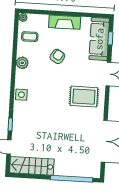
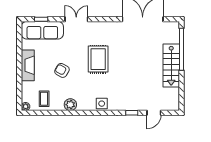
rug: (84, 97) -> (98, 59), moved
stairs: (32, 166) -> (171, 65), moved

